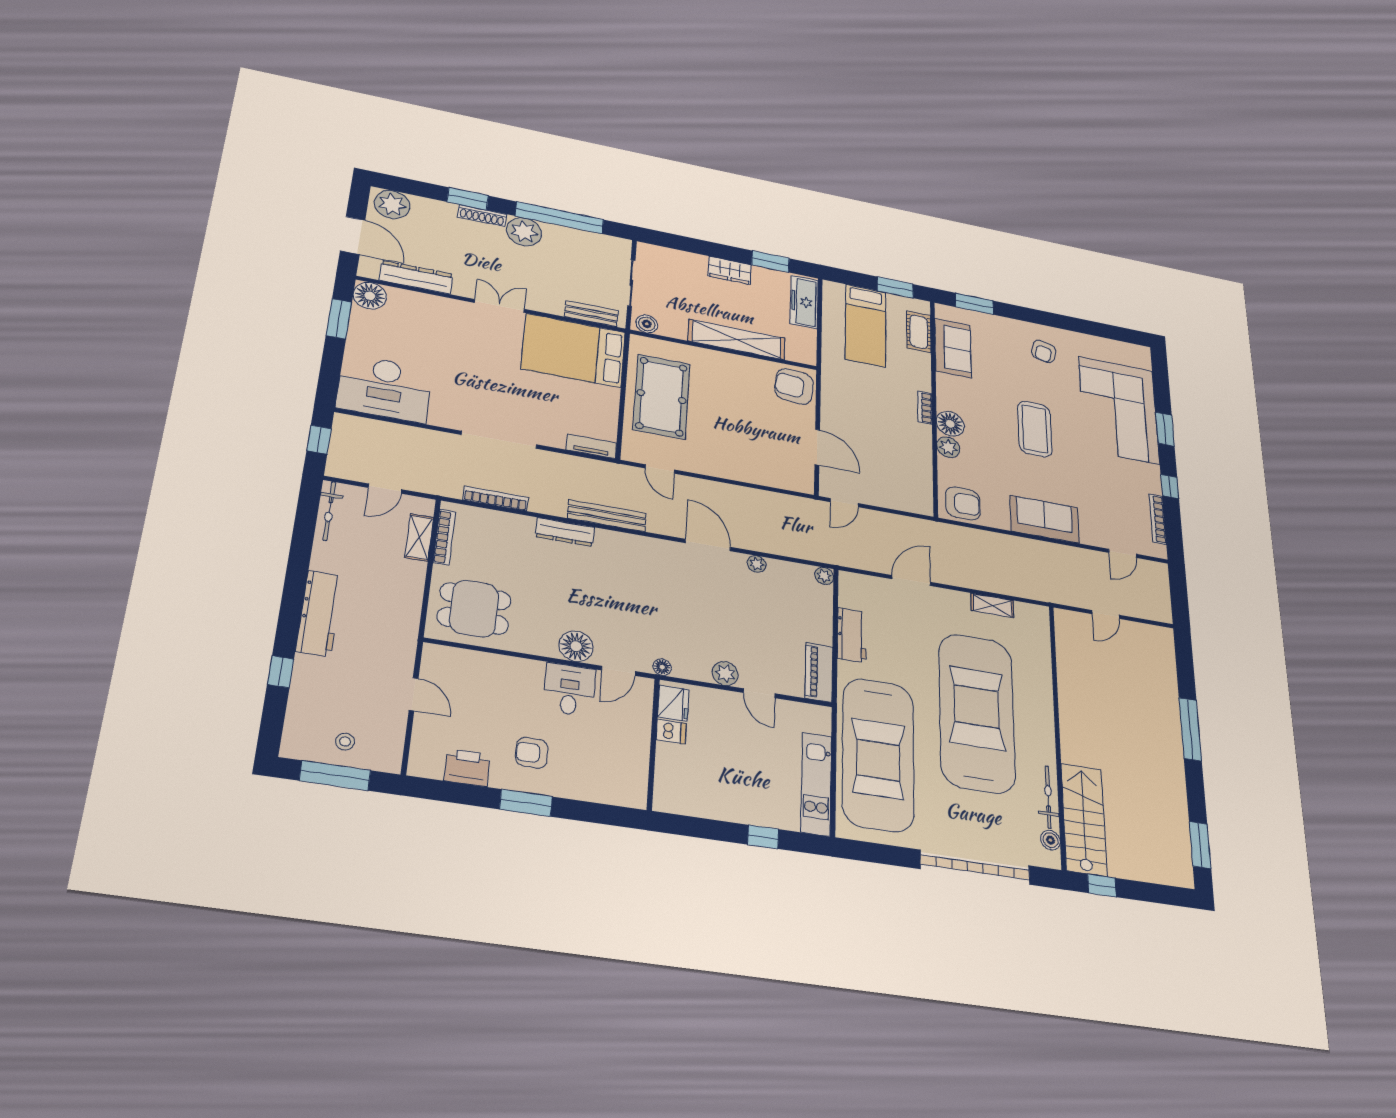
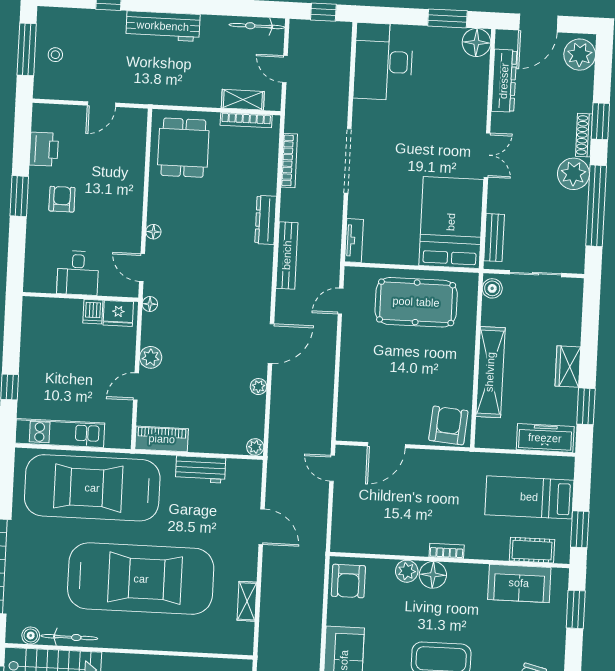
floor lamp: (576, 646) -> (153, 232), width x0.53, depth x0.53
desk: (569, 690) -> (78, 273), moved, turned 90

